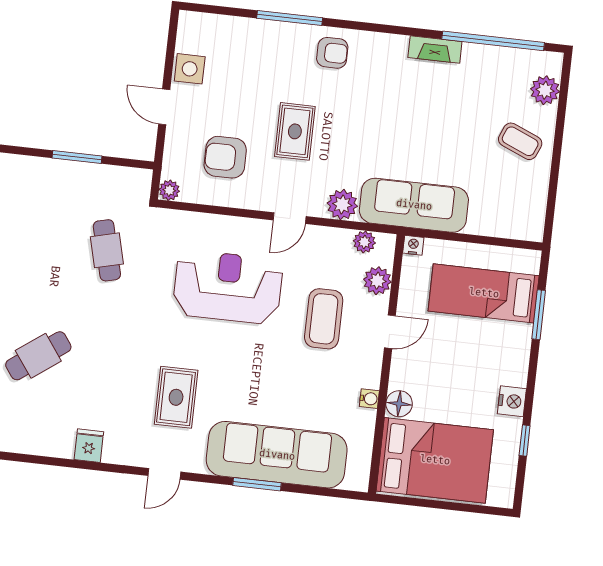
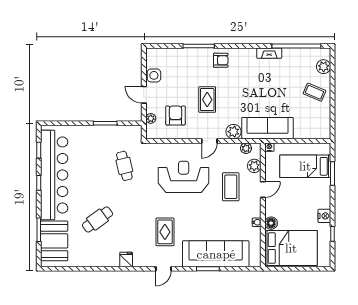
armchair: (225, 157) -> (176, 115), turned 90
plant: (169, 190) -> (151, 118), moved

